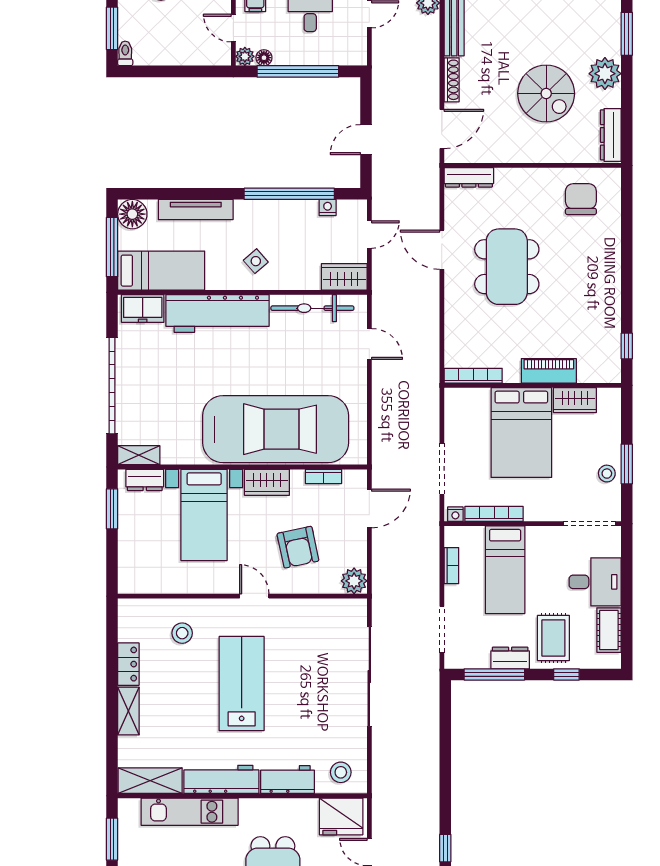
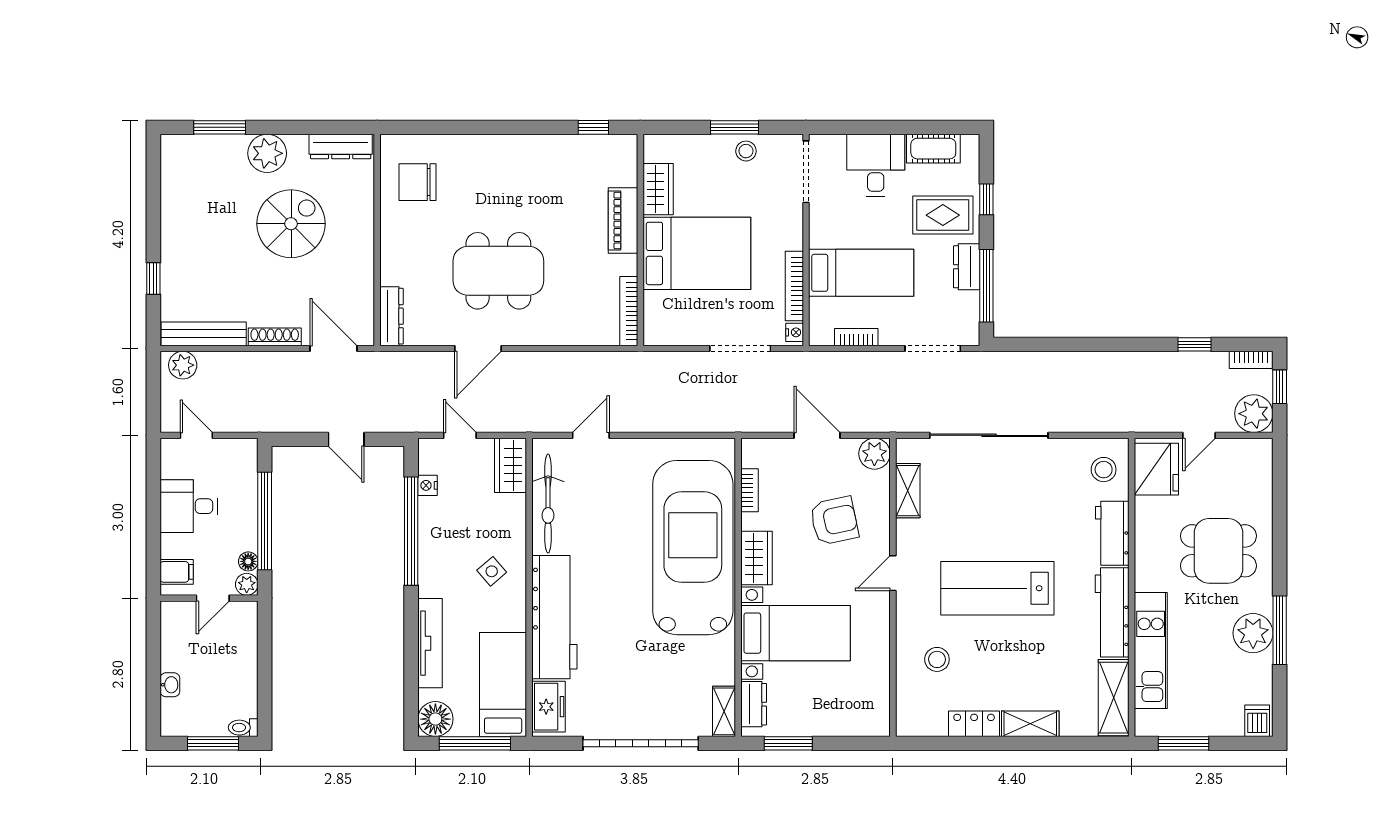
door: (369, 509) -> (817, 435), moved
shelving: (323, 609) -> (908, 491), added

